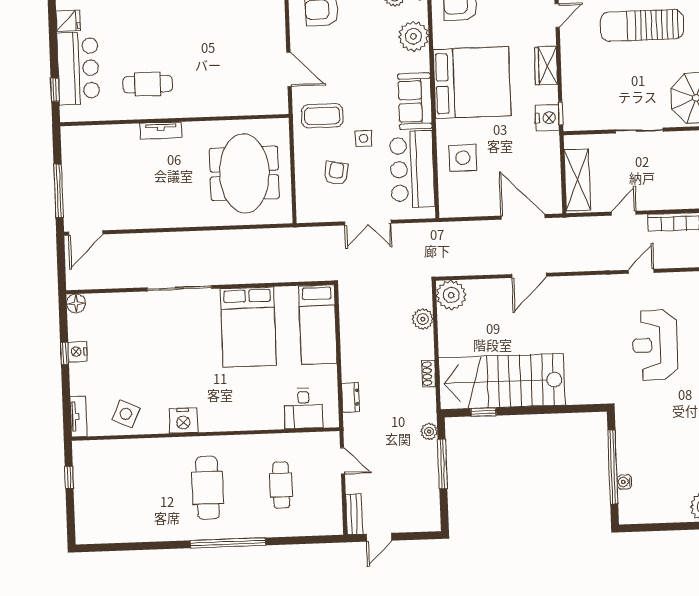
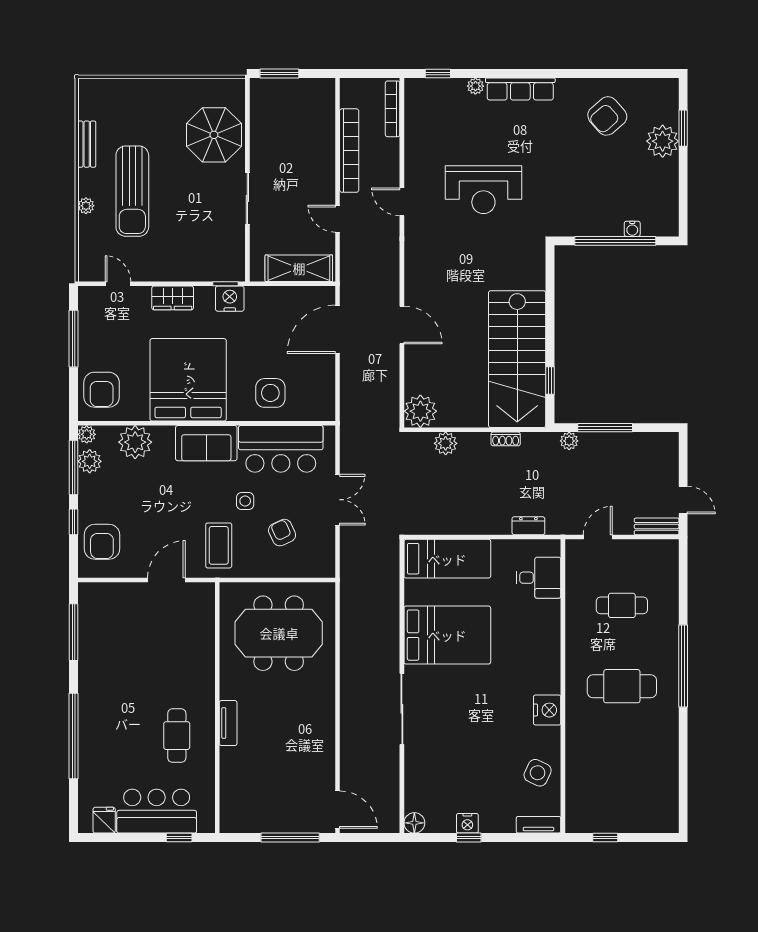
armchair: (336, 173) -> (282, 533), turned 55

